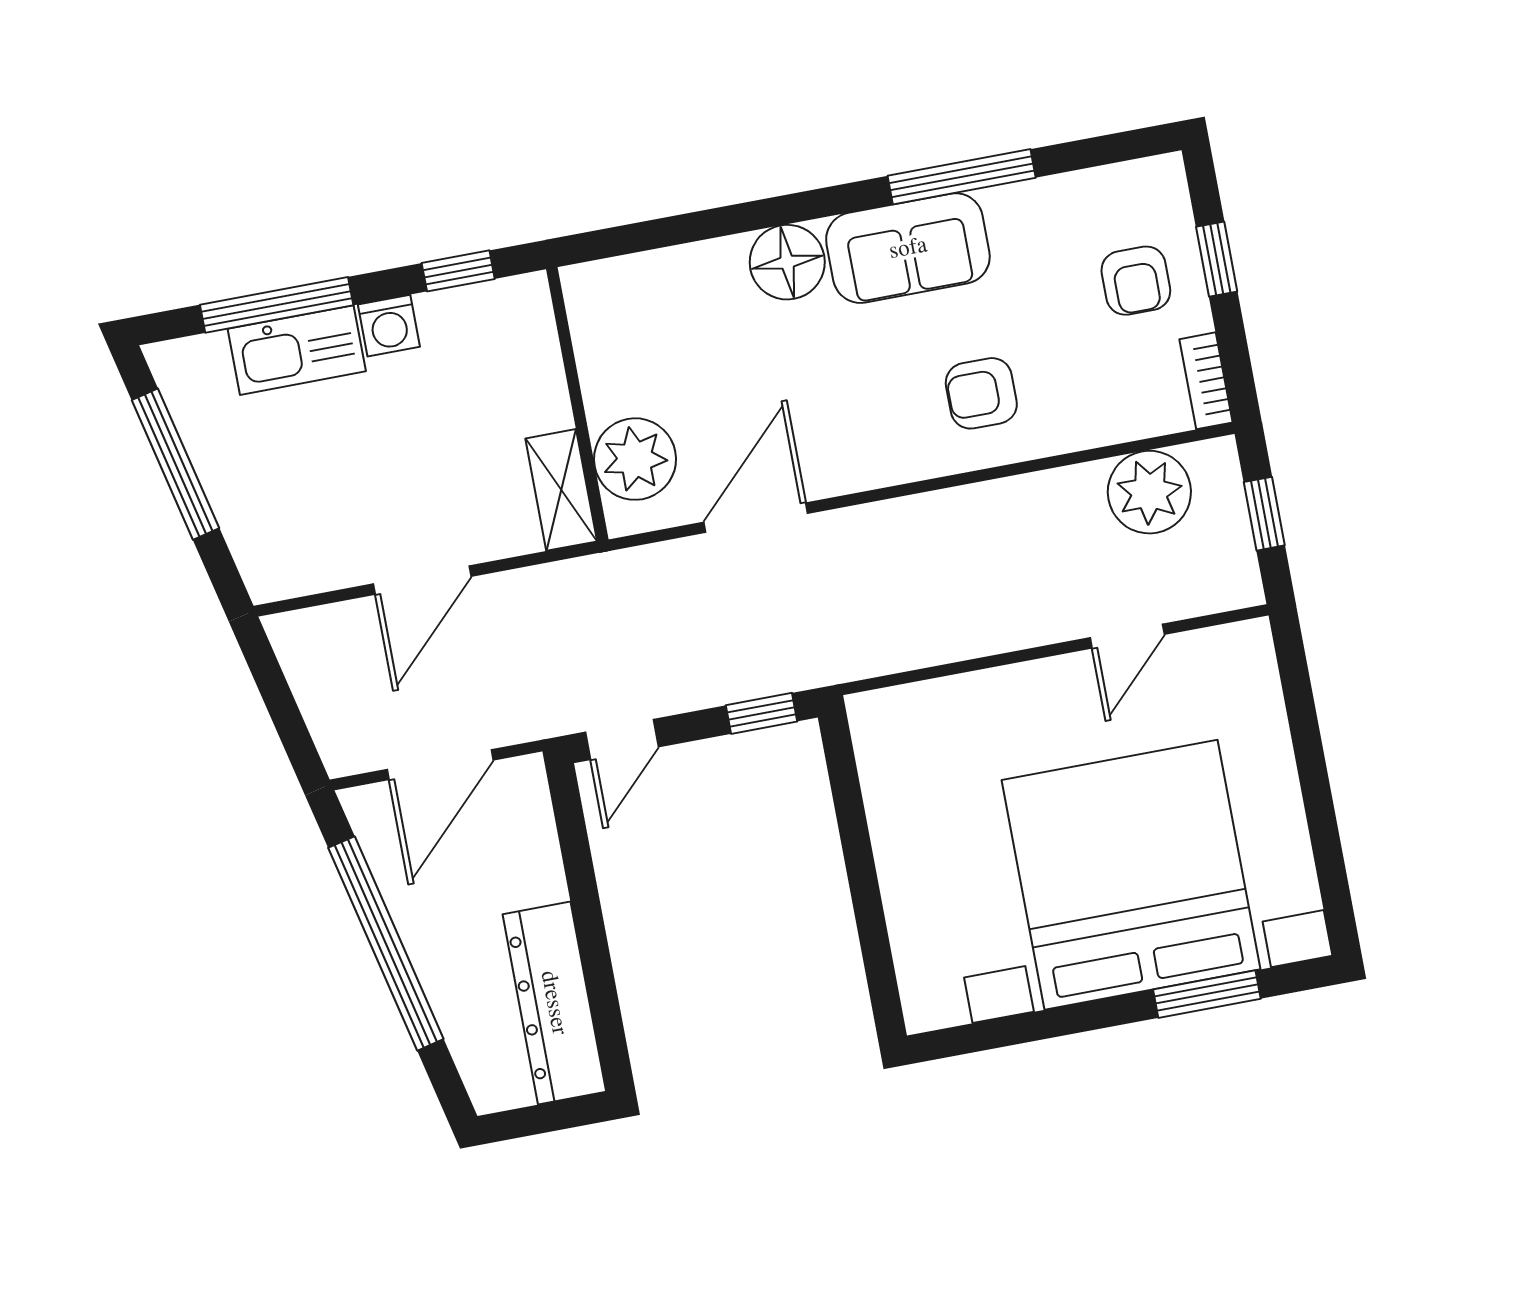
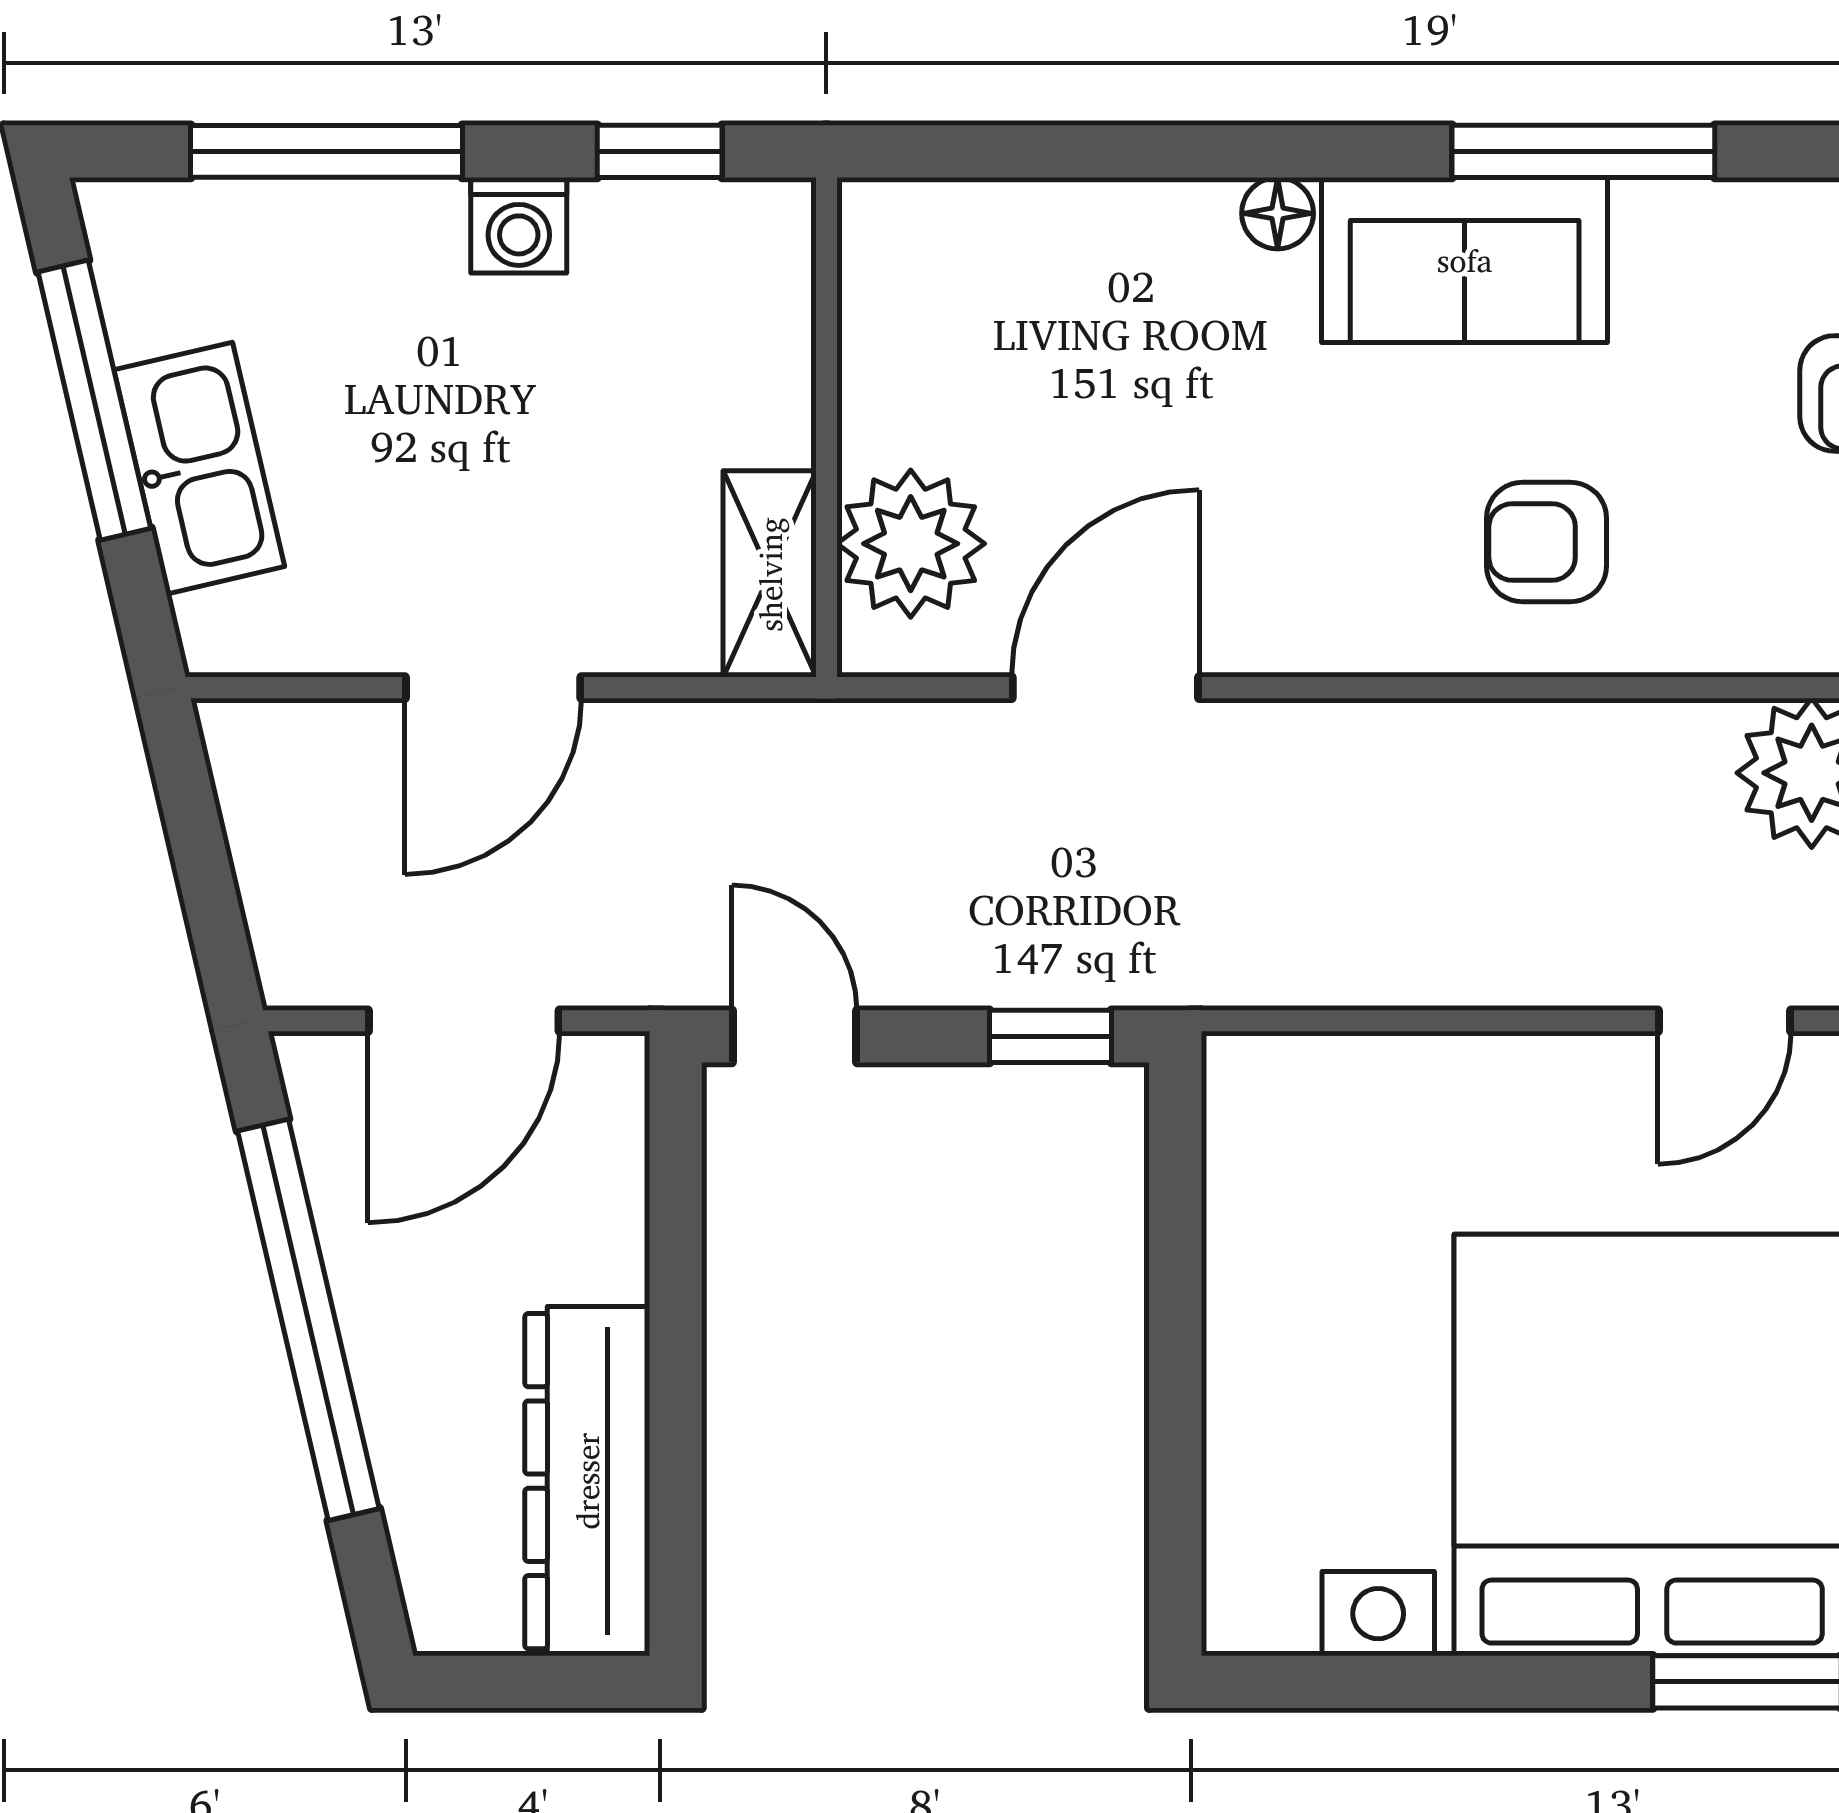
floor lamp: (787, 262) -> (1278, 213), width x0.53, depth x0.53
kitchen sink: (297, 350) -> (199, 468), moved, turned -103
door: (622, 739) -> (794, 1036), swing flipped

